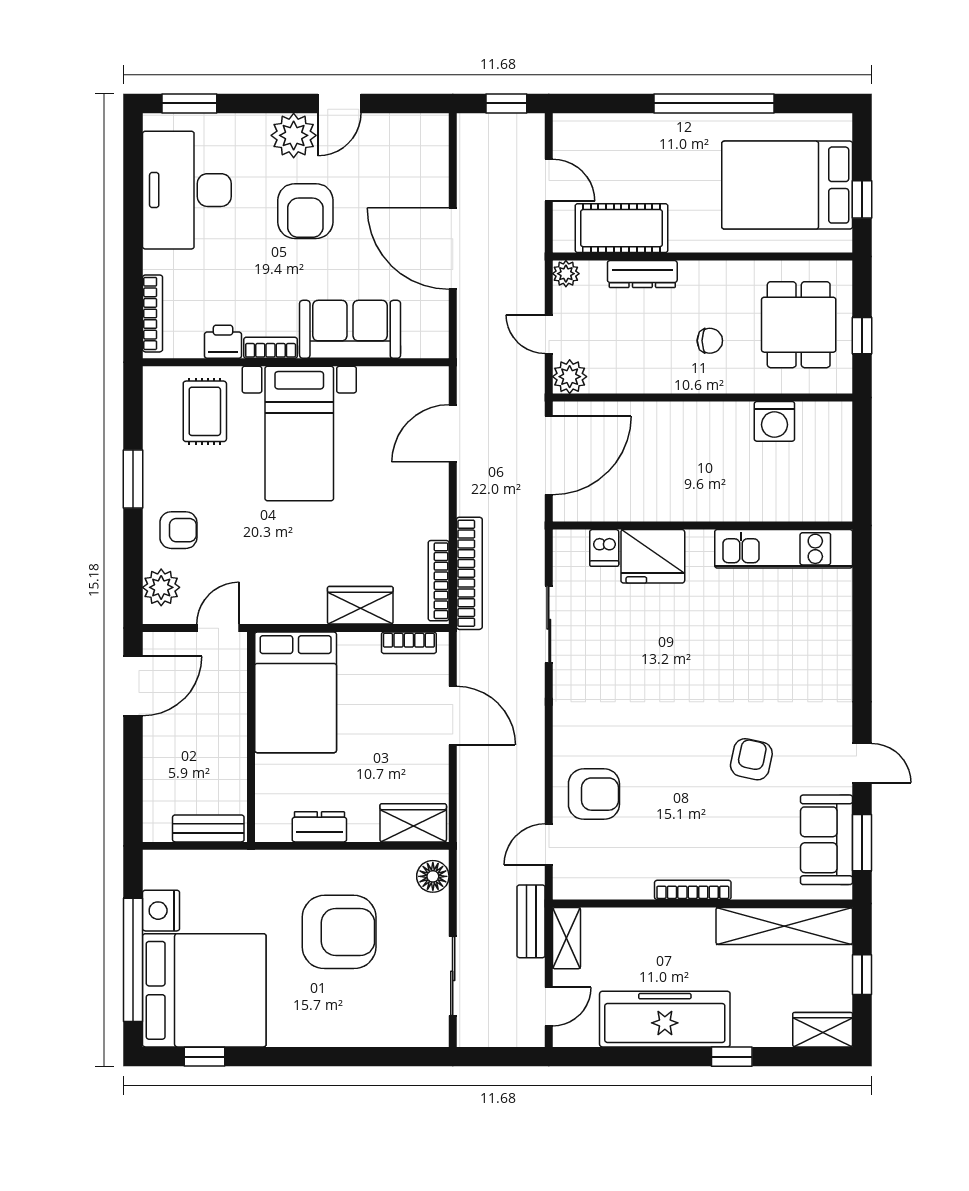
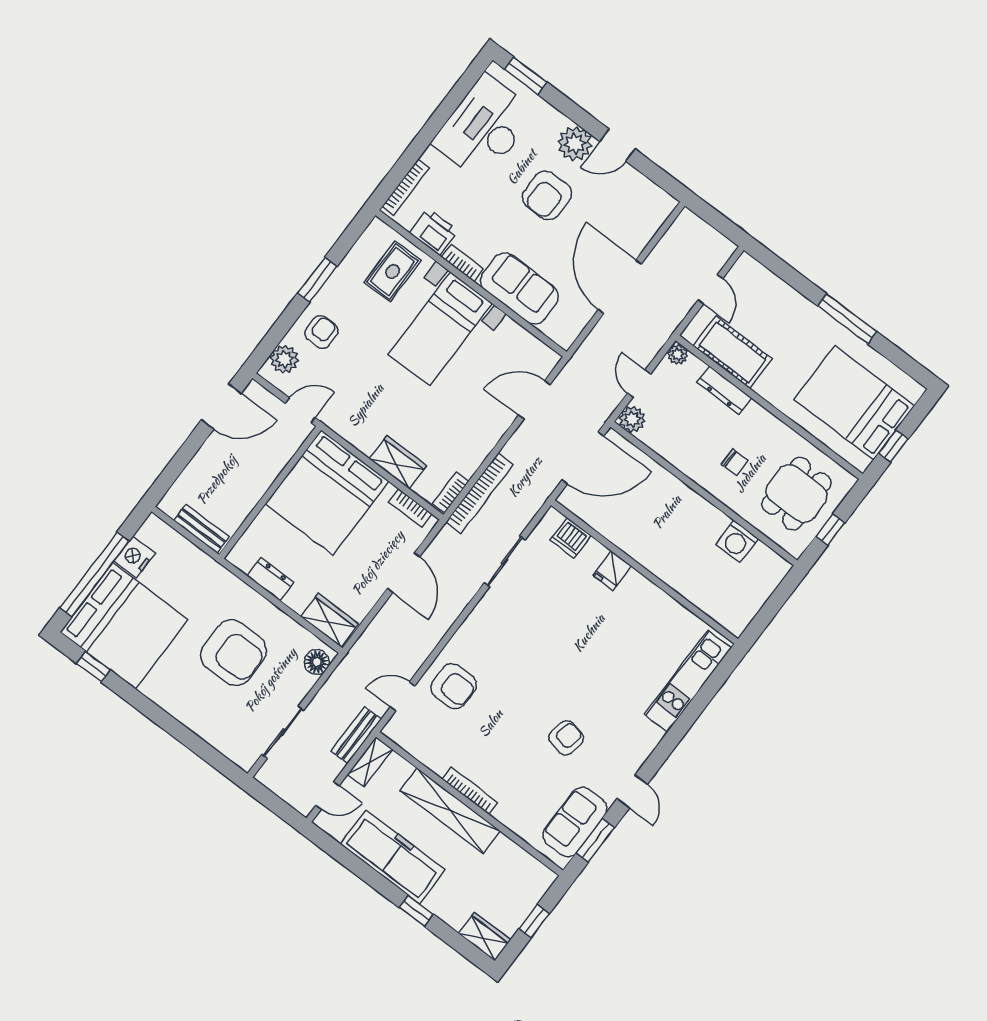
window: (506, 103) -> (720, 223), removed
window: (714, 103) -> (847, 319), width x0.68
printer: (223, 342) -> (434, 232), width x1.36, depth x1.24
armchair: (178, 530) -> (321, 332), turned -90
dishwasher: (604, 548) -> (571, 538), width x1.38
kitchen unit: (784, 549) -> (688, 681), moved, turned 90
fridge: (653, 556) -> (612, 571), width x0.53, depth x0.75
bookcase: (439, 581) -> (451, 492), width x0.64
bed: (296, 692) -> (327, 493), width x1.36
shelving: (784, 926) -> (450, 811), moved

